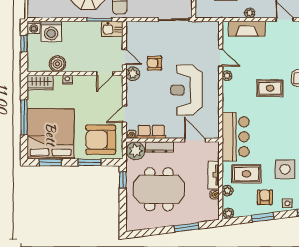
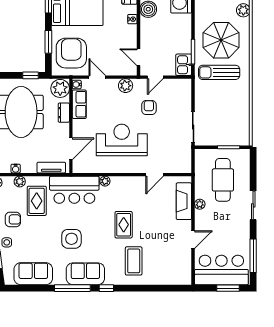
plant: (133, 74) -> (126, 86), moved
plant: (227, 76) -> (105, 181), moved
dresser: (159, 147) -> (64, 113), width x0.70
side table: (285, 169) -> (71, 239), moved
tv unit: (214, 175) -> (51, 168), moved

